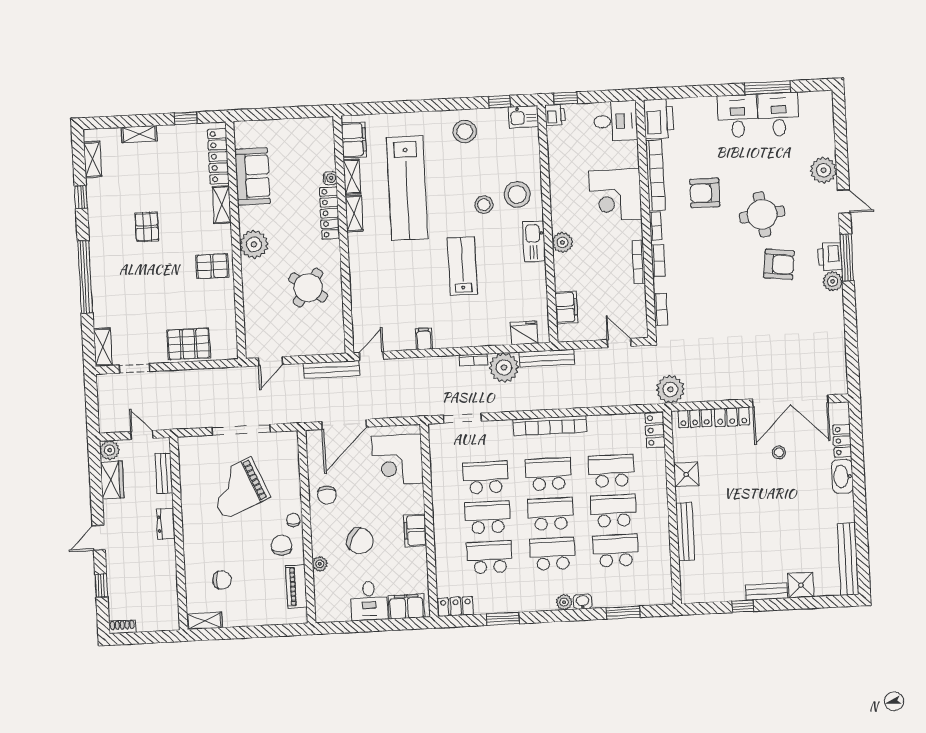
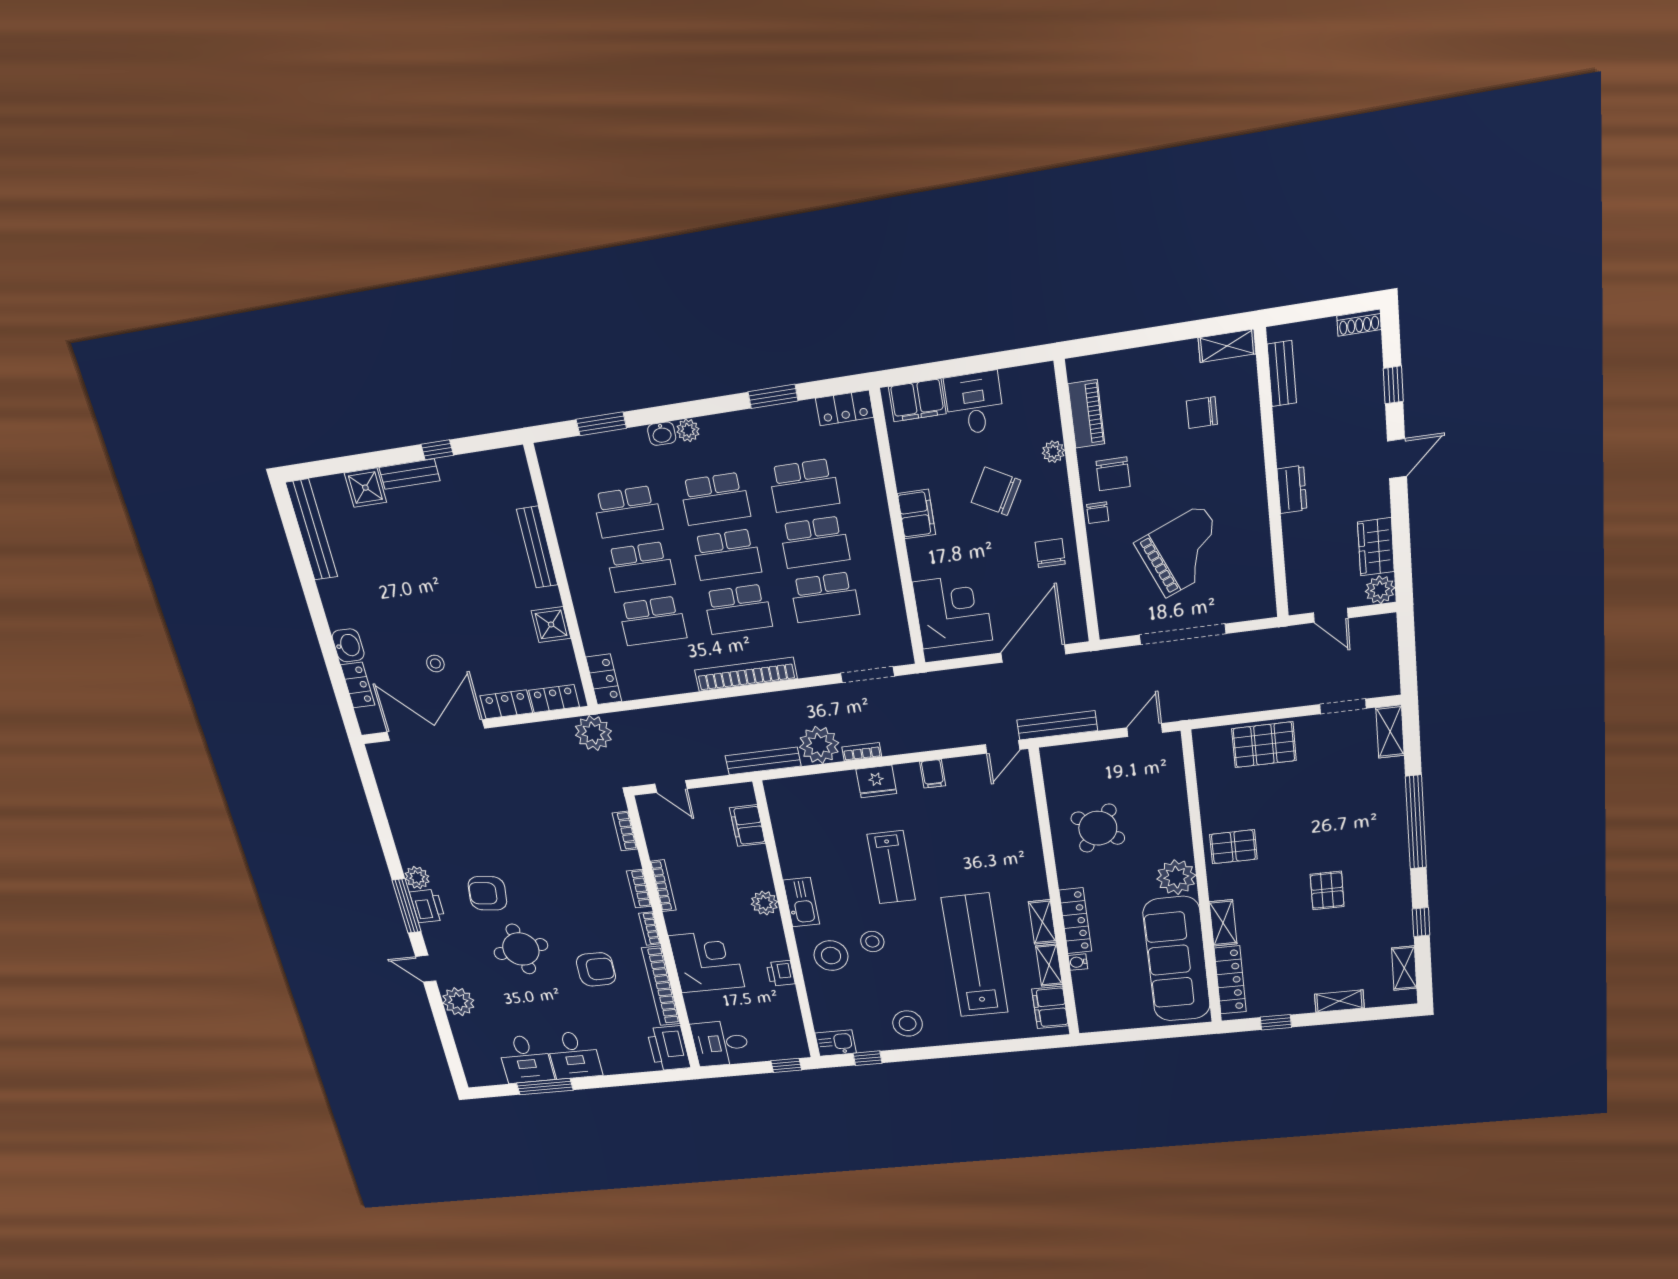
printer: (555, 115) -> (781, 973), moved
sofa: (252, 176) -> (1177, 959), width x1.85, depth x1.27
fridge: (524, 333) -> (876, 781), moved
bench: (164, 473) -> (1282, 374), moved
washbasin: (842, 476) -> (348, 645), width x0.72

